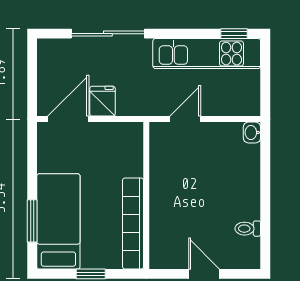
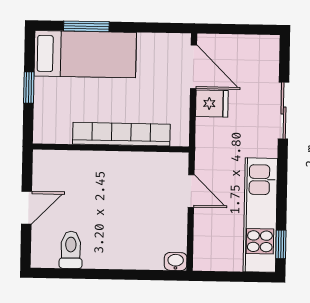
sliding door: (108, 34) -> (283, 111), width x0.73
bookcase: (133, 223) -> (121, 134), moved
toilet: (248, 229) -> (71, 250), width x1.37, depth x1.39

